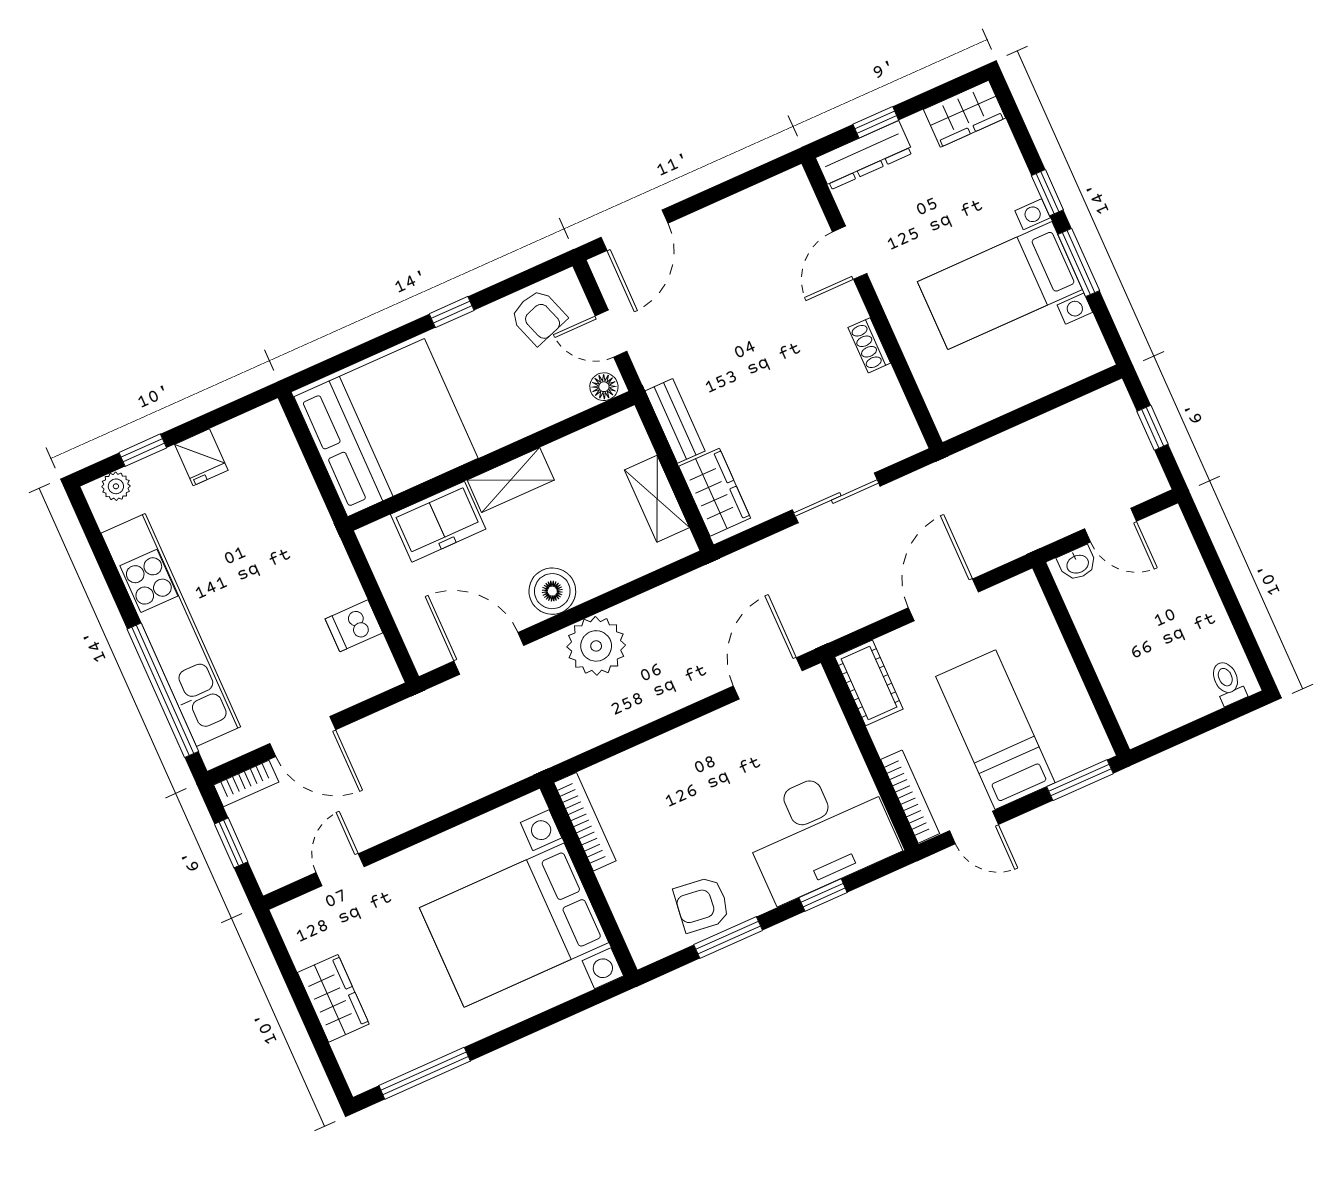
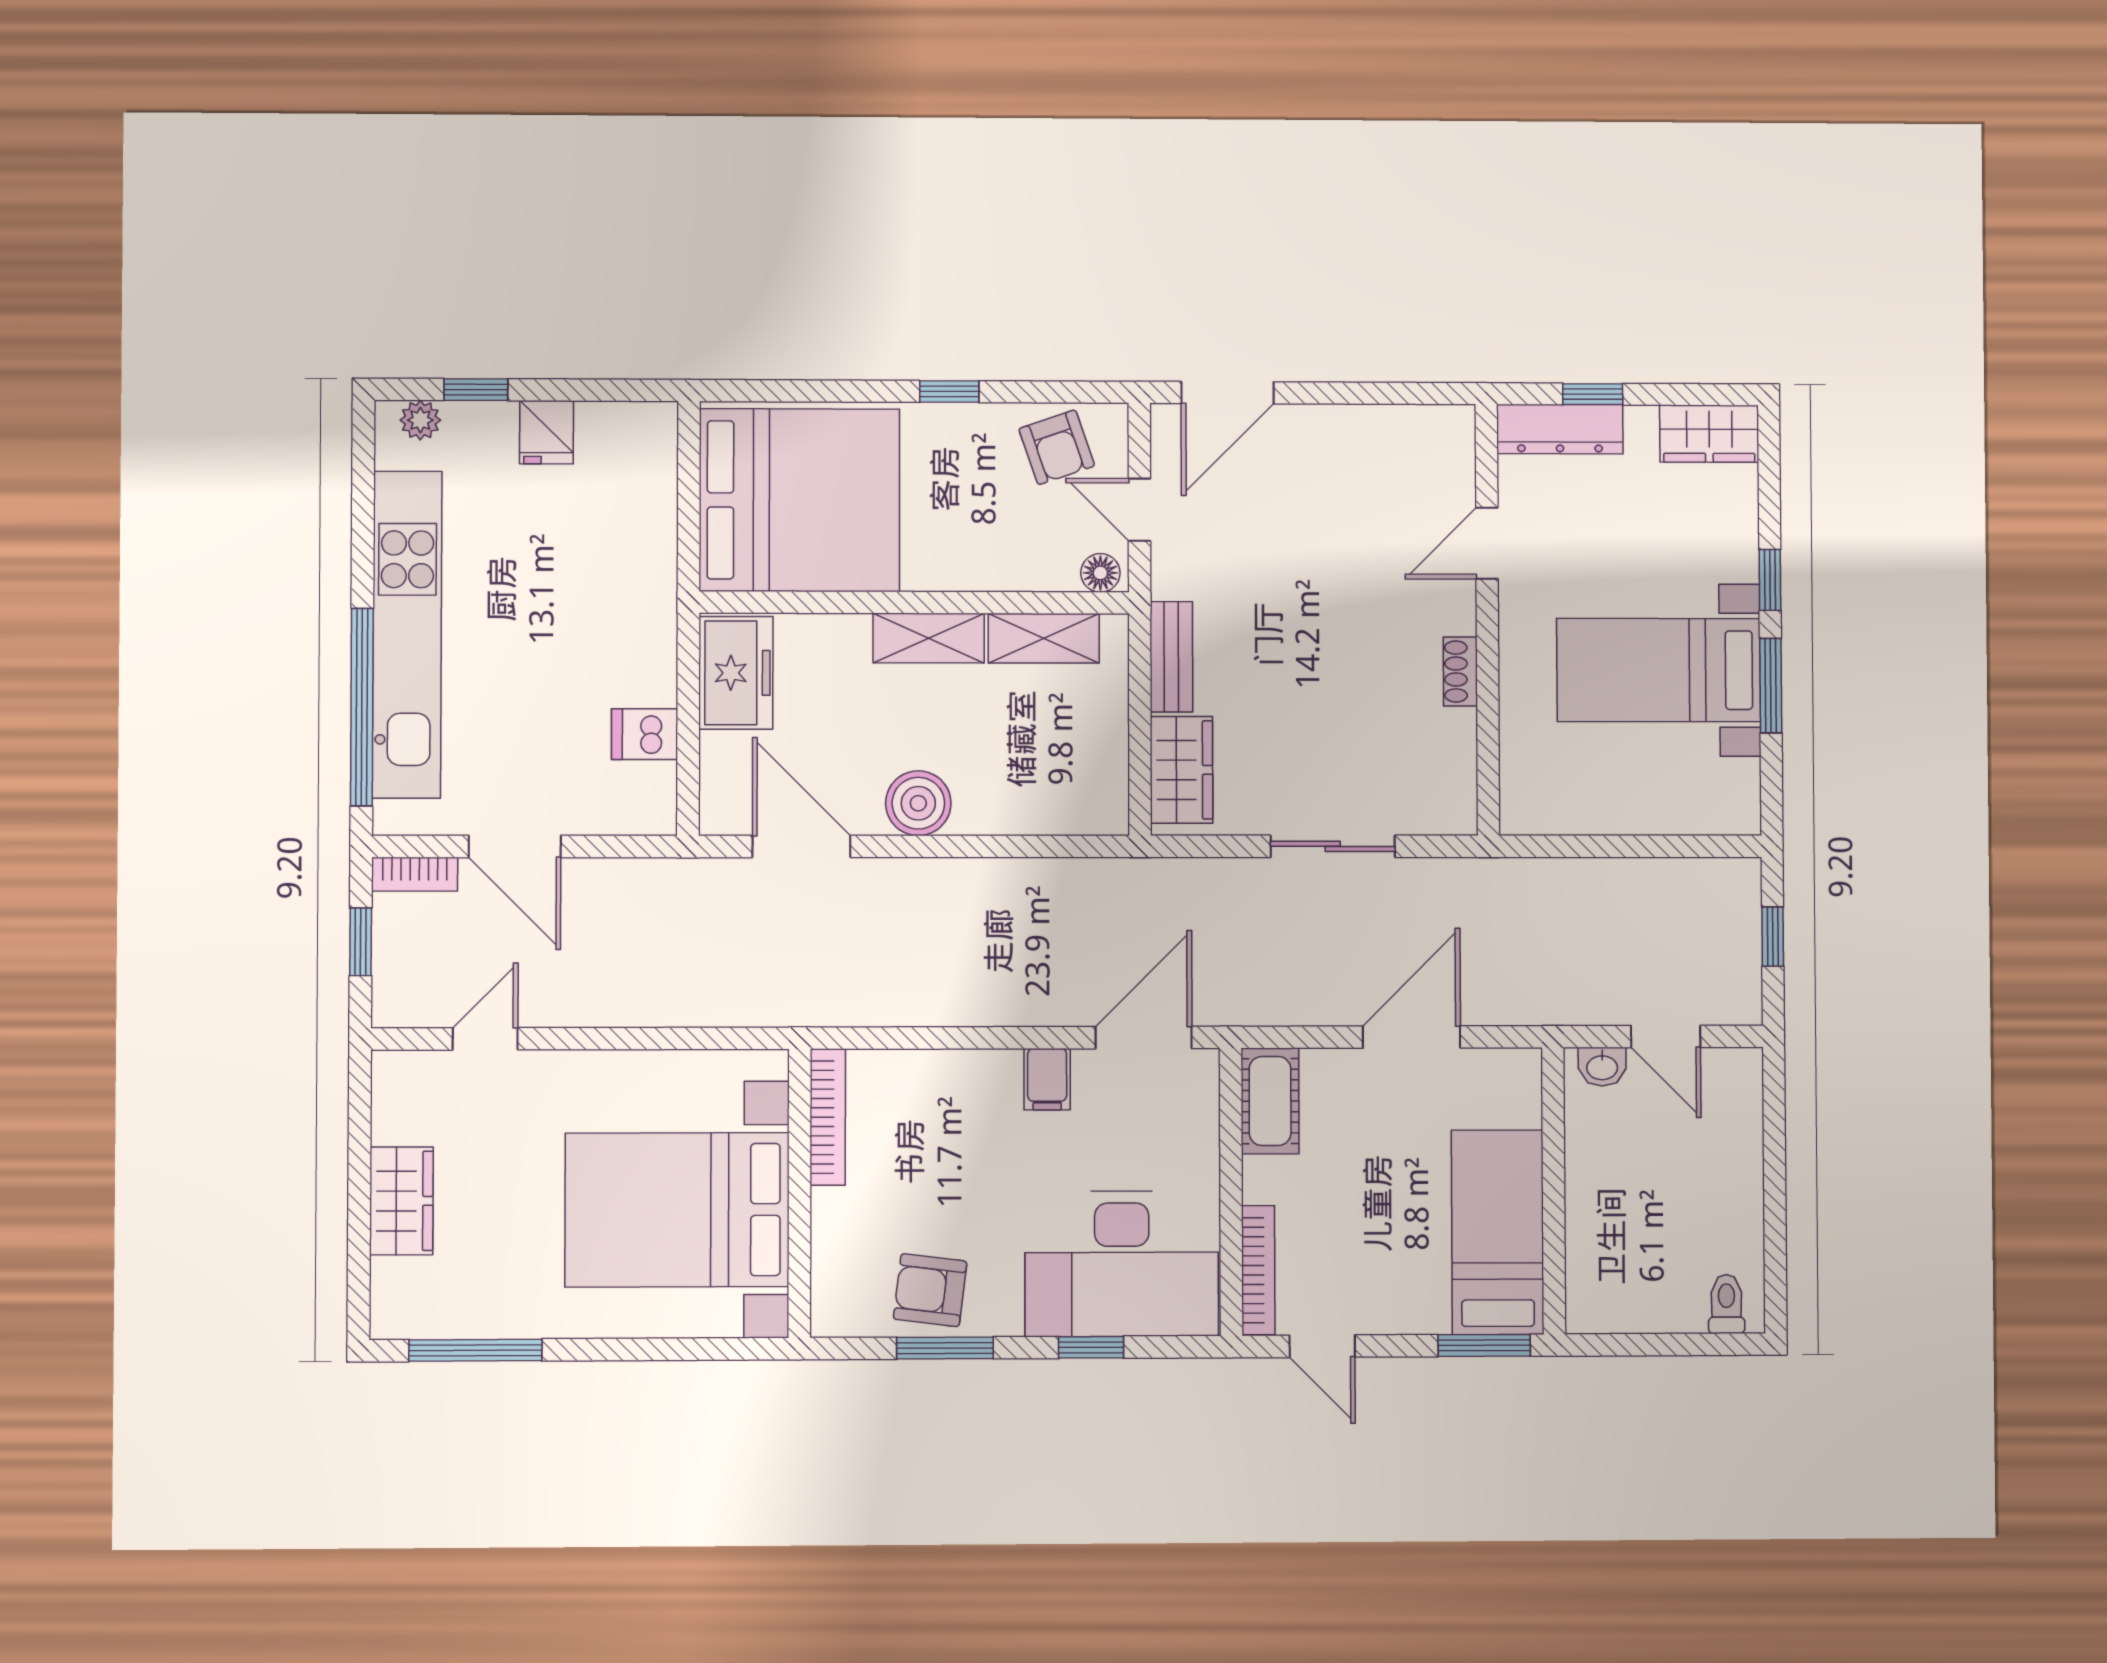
shelving: (657, 499) -> (1044, 638), moved, turned 90
freezer: (438, 522) -> (736, 673), moved, turned -90
plant: (596, 646) -> (943, 898), removed
bed: (995, 730) -> (1498, 1232), moved
filing cabinet: (717, 734) -> (1047, 1079), added

